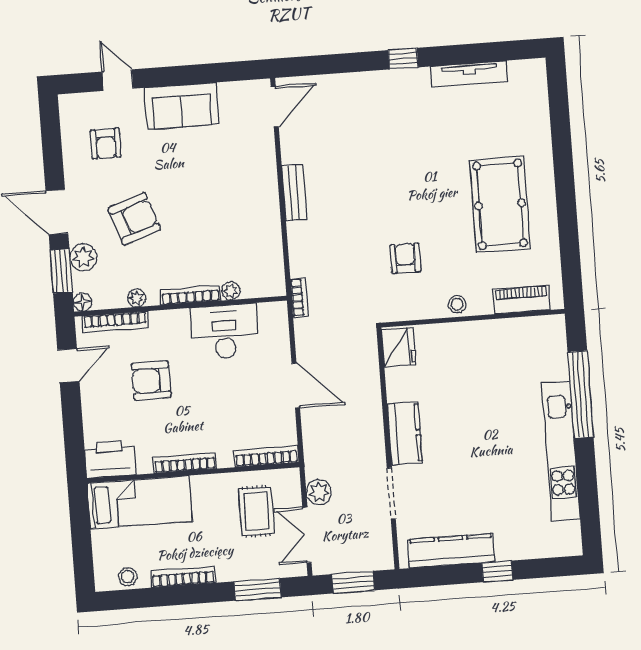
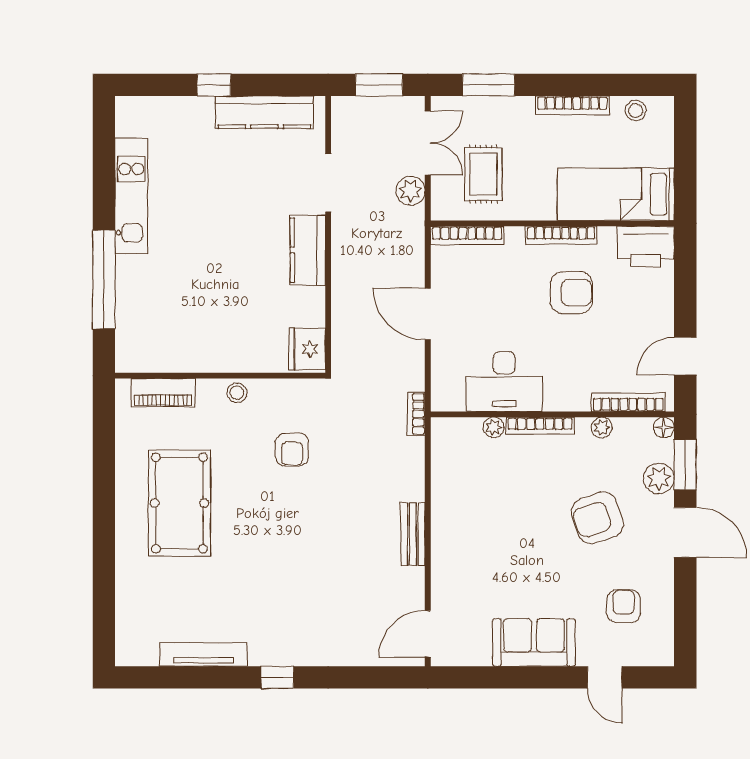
armchair: (151, 381) -> (571, 293), moved
kitchen unit: (561, 451) -> (131, 196), width x0.73

